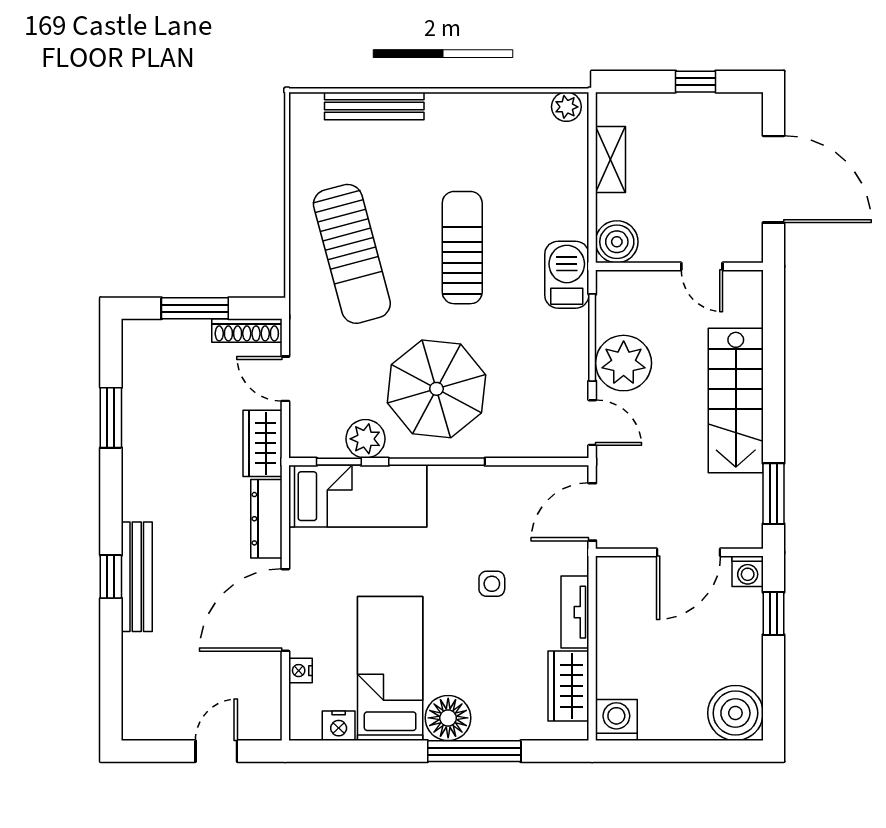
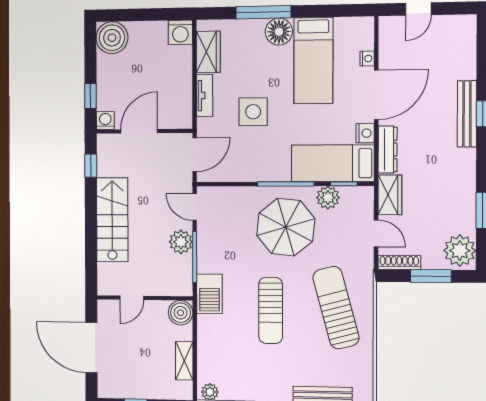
door: (702, 266) -> (132, 298), swing flipped
plant: (148, 351) -> (460, 251), added
plant: (624, 363) -> (181, 242), width x0.73, depth x0.73
window: (774, 494) -> (91, 166), width x0.67
side table: (492, 584) -> (253, 112), width x1.87, depth x1.87
nightstand: (339, 726) -> (365, 133), moved, turned 90

